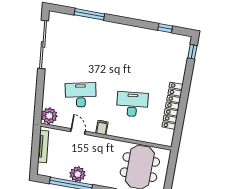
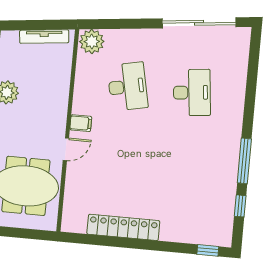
window: (89, 14) -> (244, 161), moved
desk: (132, 104) -> (192, 92), moved
door: (78, 131) -> (66, 149), moved

